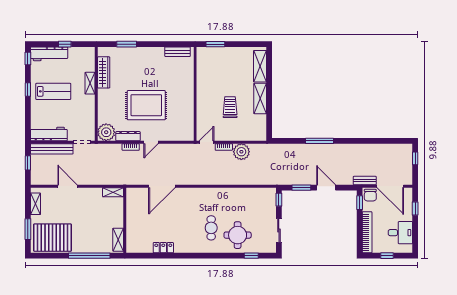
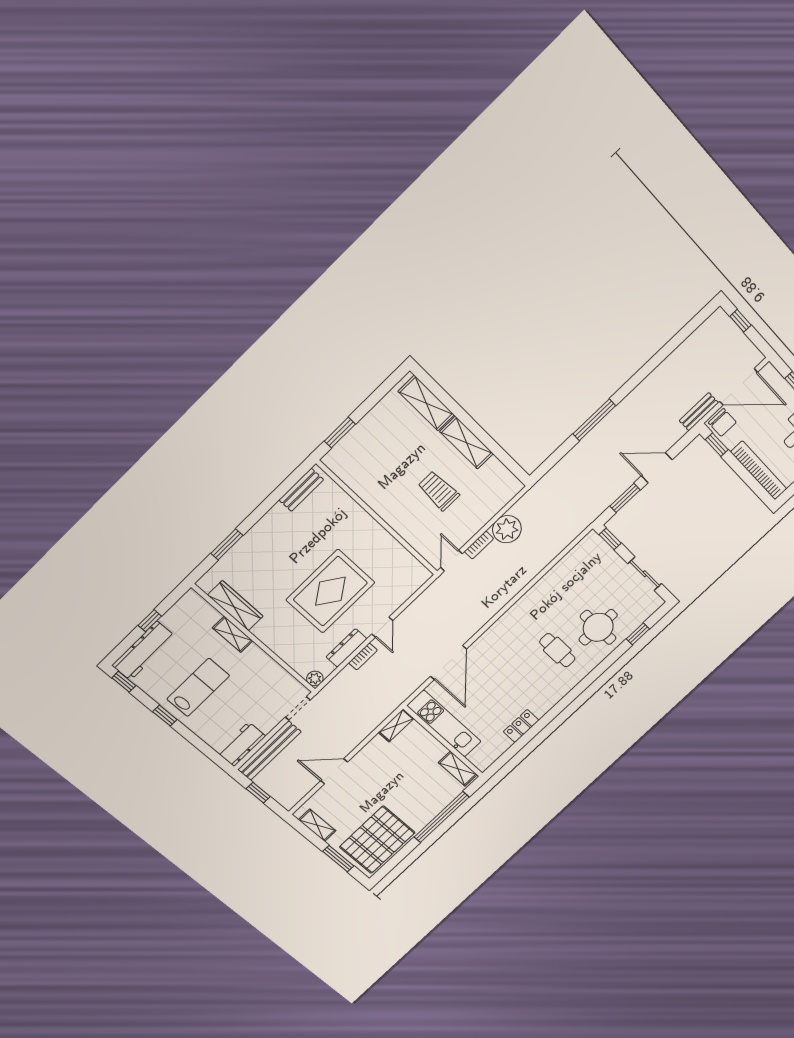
plant: (106, 132) -> (315, 678), width x0.53, depth x0.53
workbench: (49, 134) -> (241, 744), width x0.73
kitchen unit: (133, 212) -> (444, 724), added

